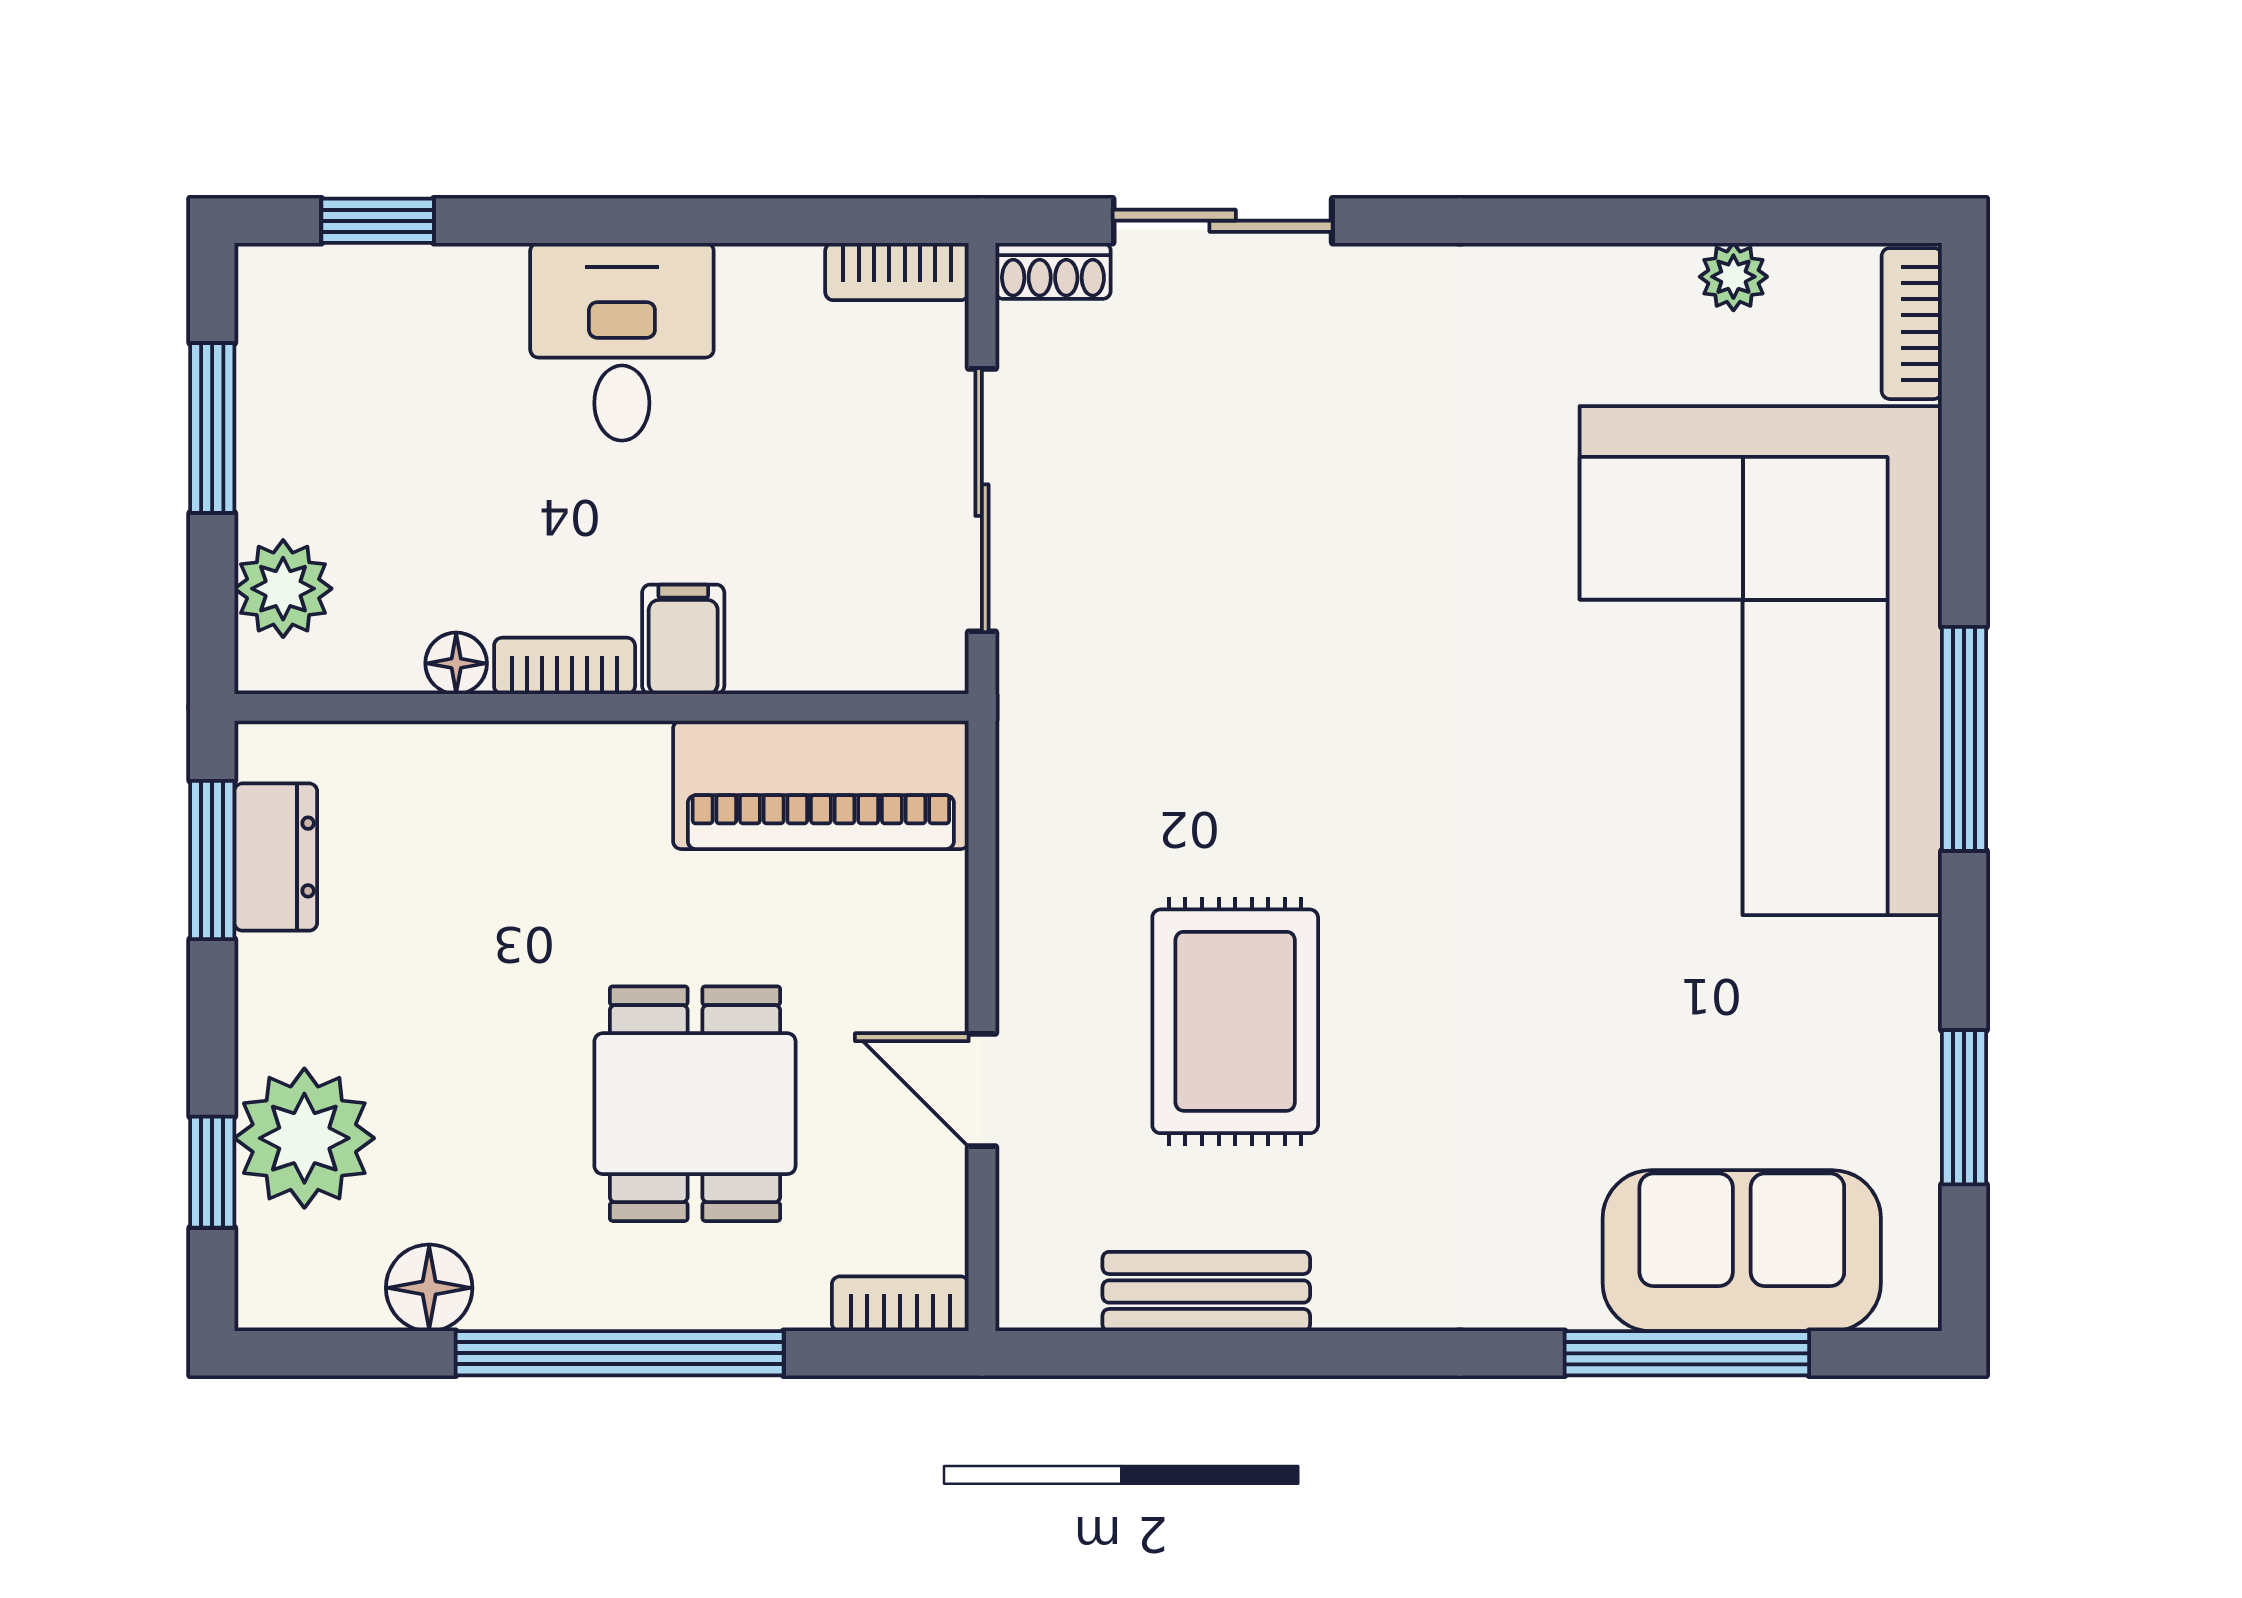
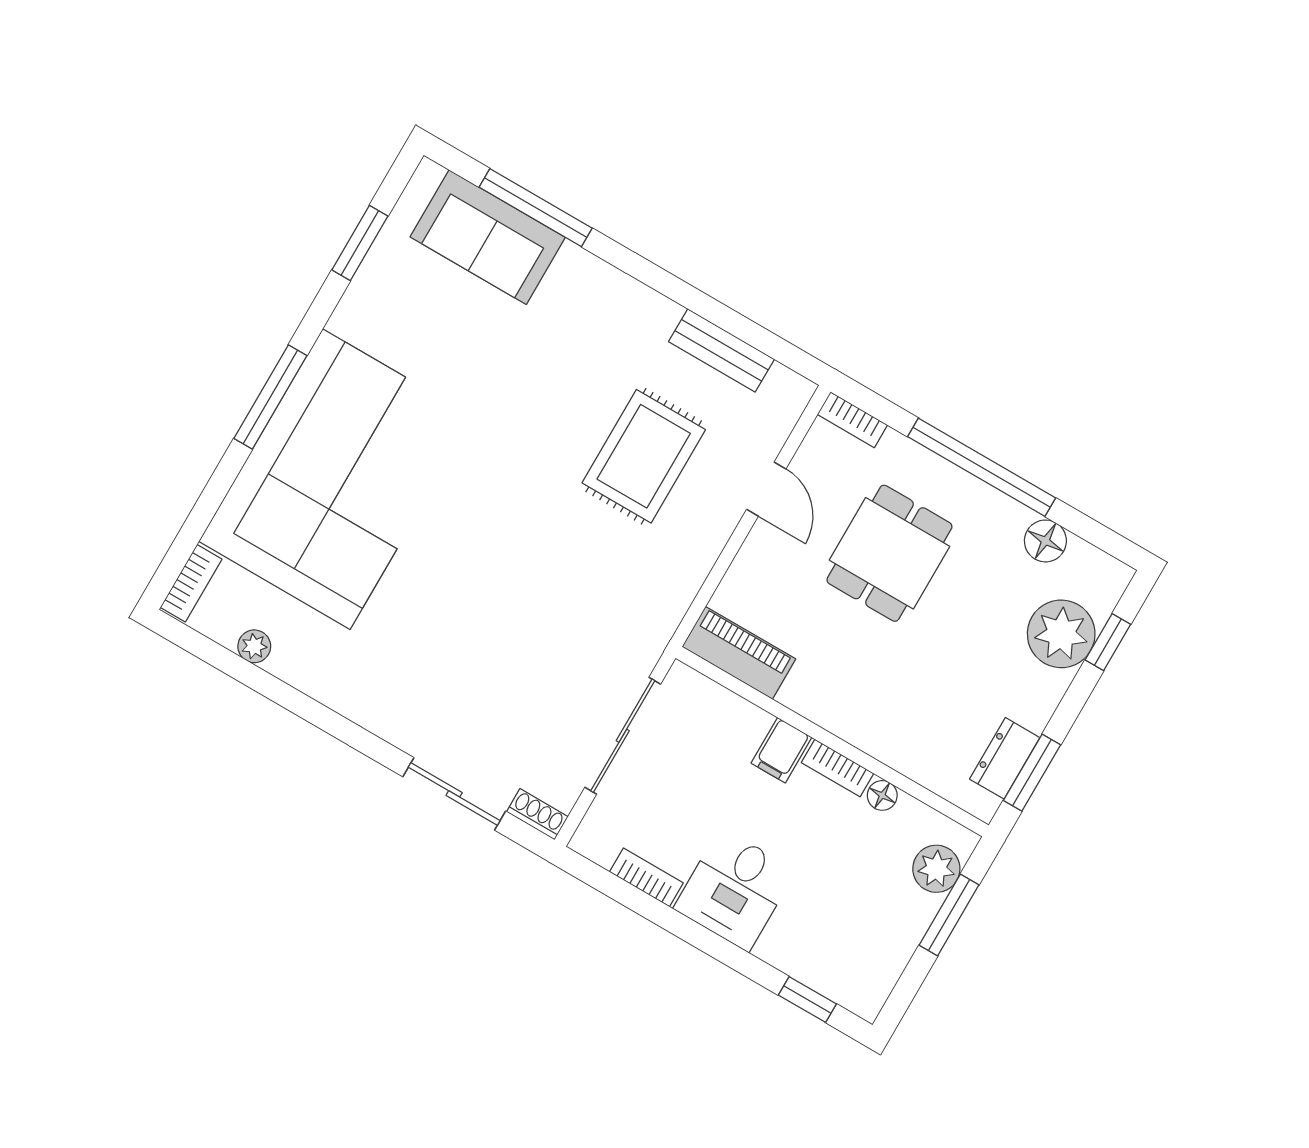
bookcase: (897, 272) -> (646, 877), moved
window: (212, 428) -> (949, 915), moved
piano: (821, 785) -> (739, 653), width x0.73, depth x0.75

